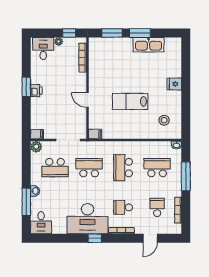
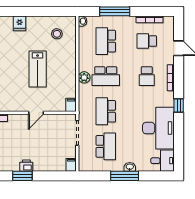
plant: (36, 147) -> (84, 77), moved
window: (26, 202) -> (125, 176), moved
desk: (87, 219) -> (158, 128), moved

